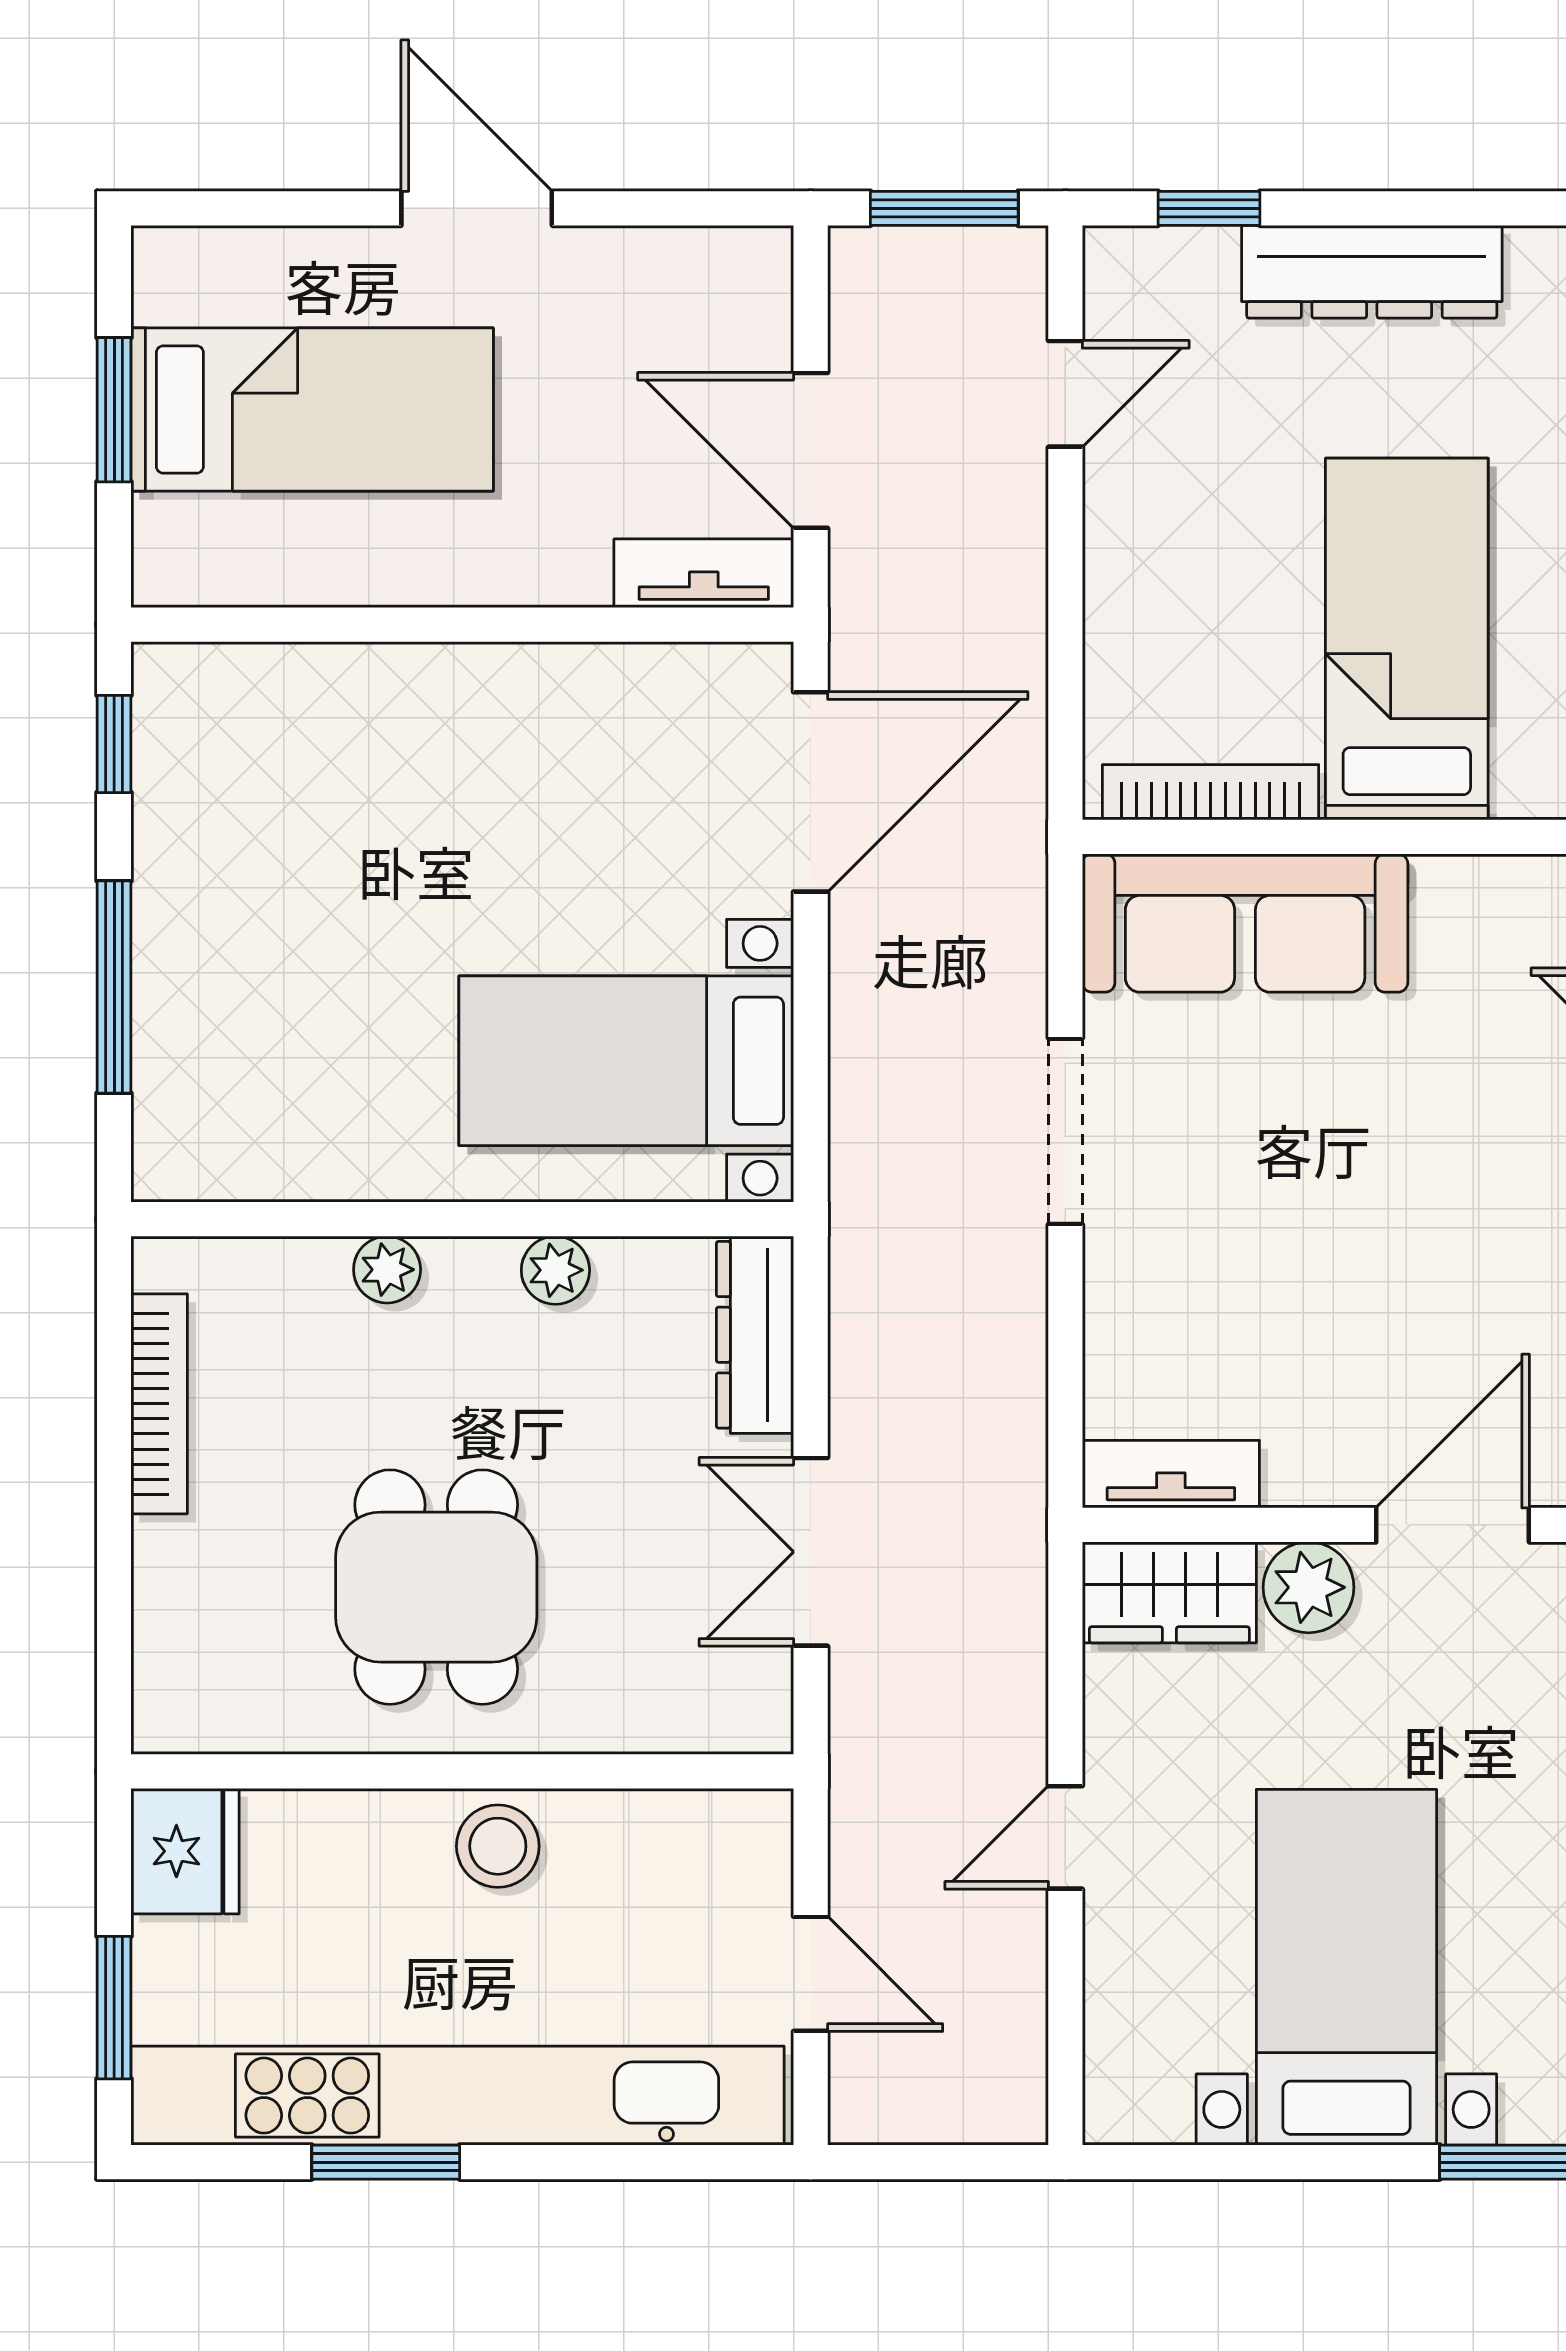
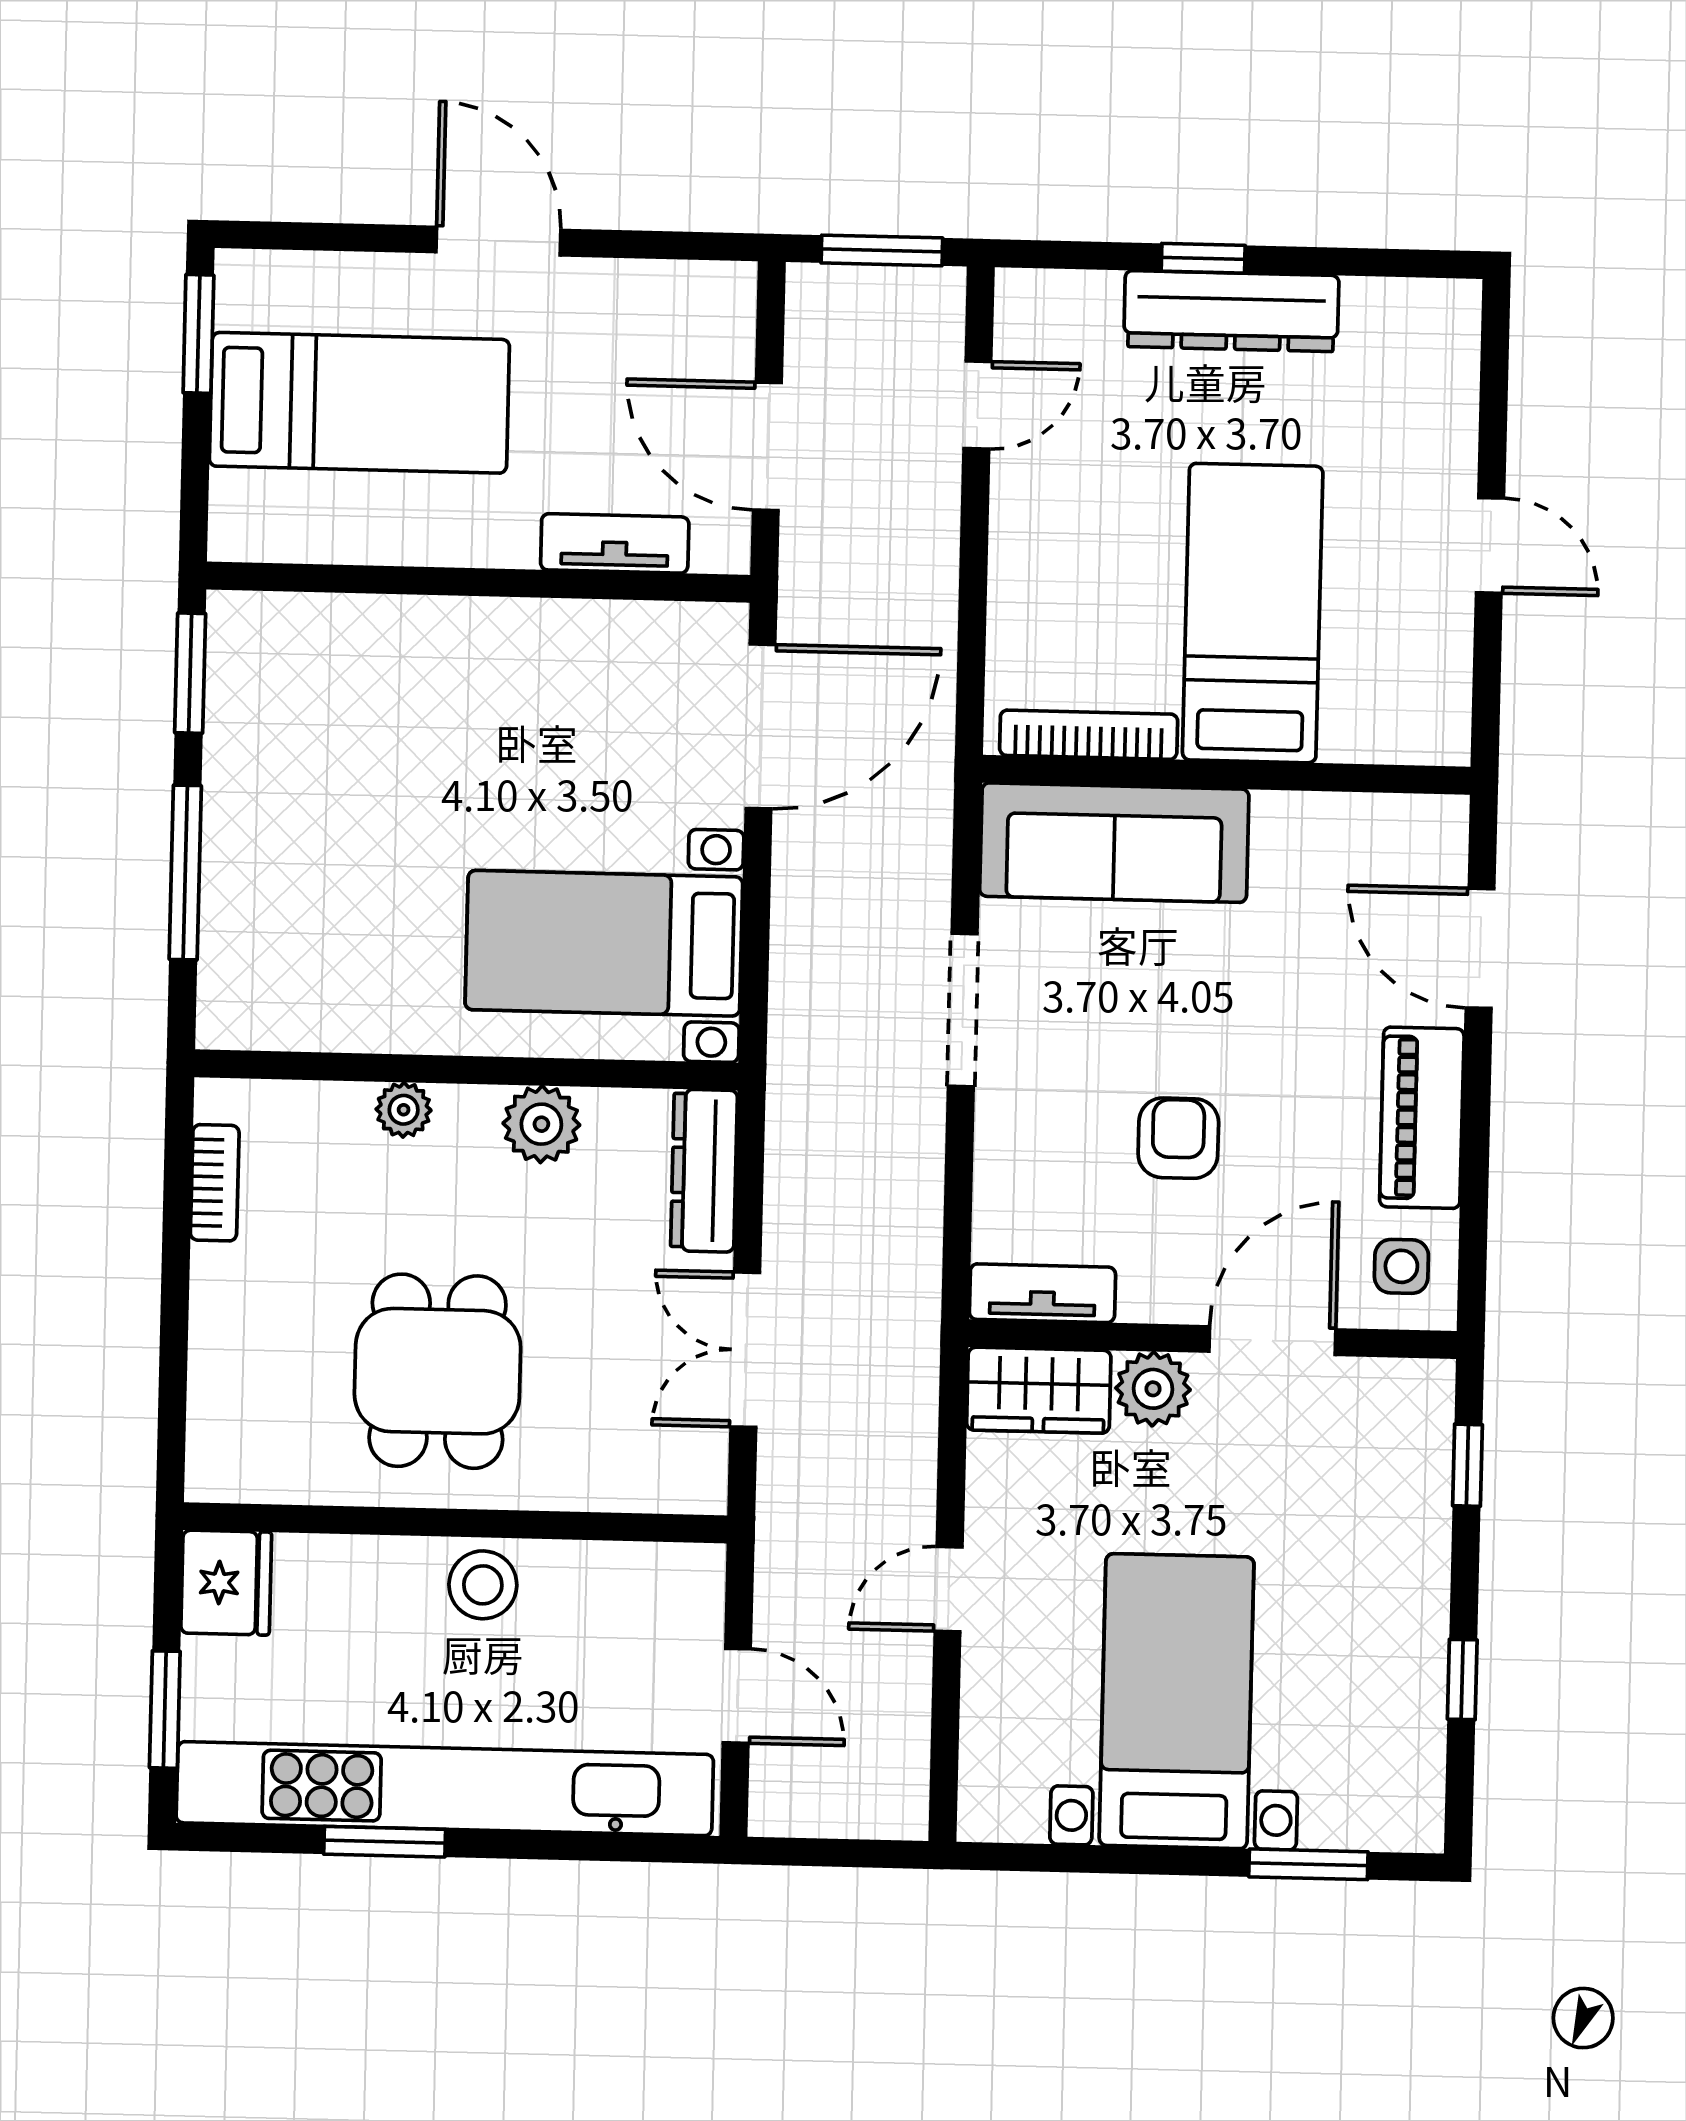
window: (1209, 208) -> (1203, 258), moved
window: (114, 410) -> (198, 334), moved
tv unit: (704, 573) -> (615, 543), moved
window: (114, 744) -> (190, 673), width x1.50
plant: (555, 1270) -> (541, 1124), width x1.38, depth x1.38
armchair: (1332, 1281) -> (1178, 1138), added
bookcase: (159, 1404) -> (215, 1183), width x0.64

